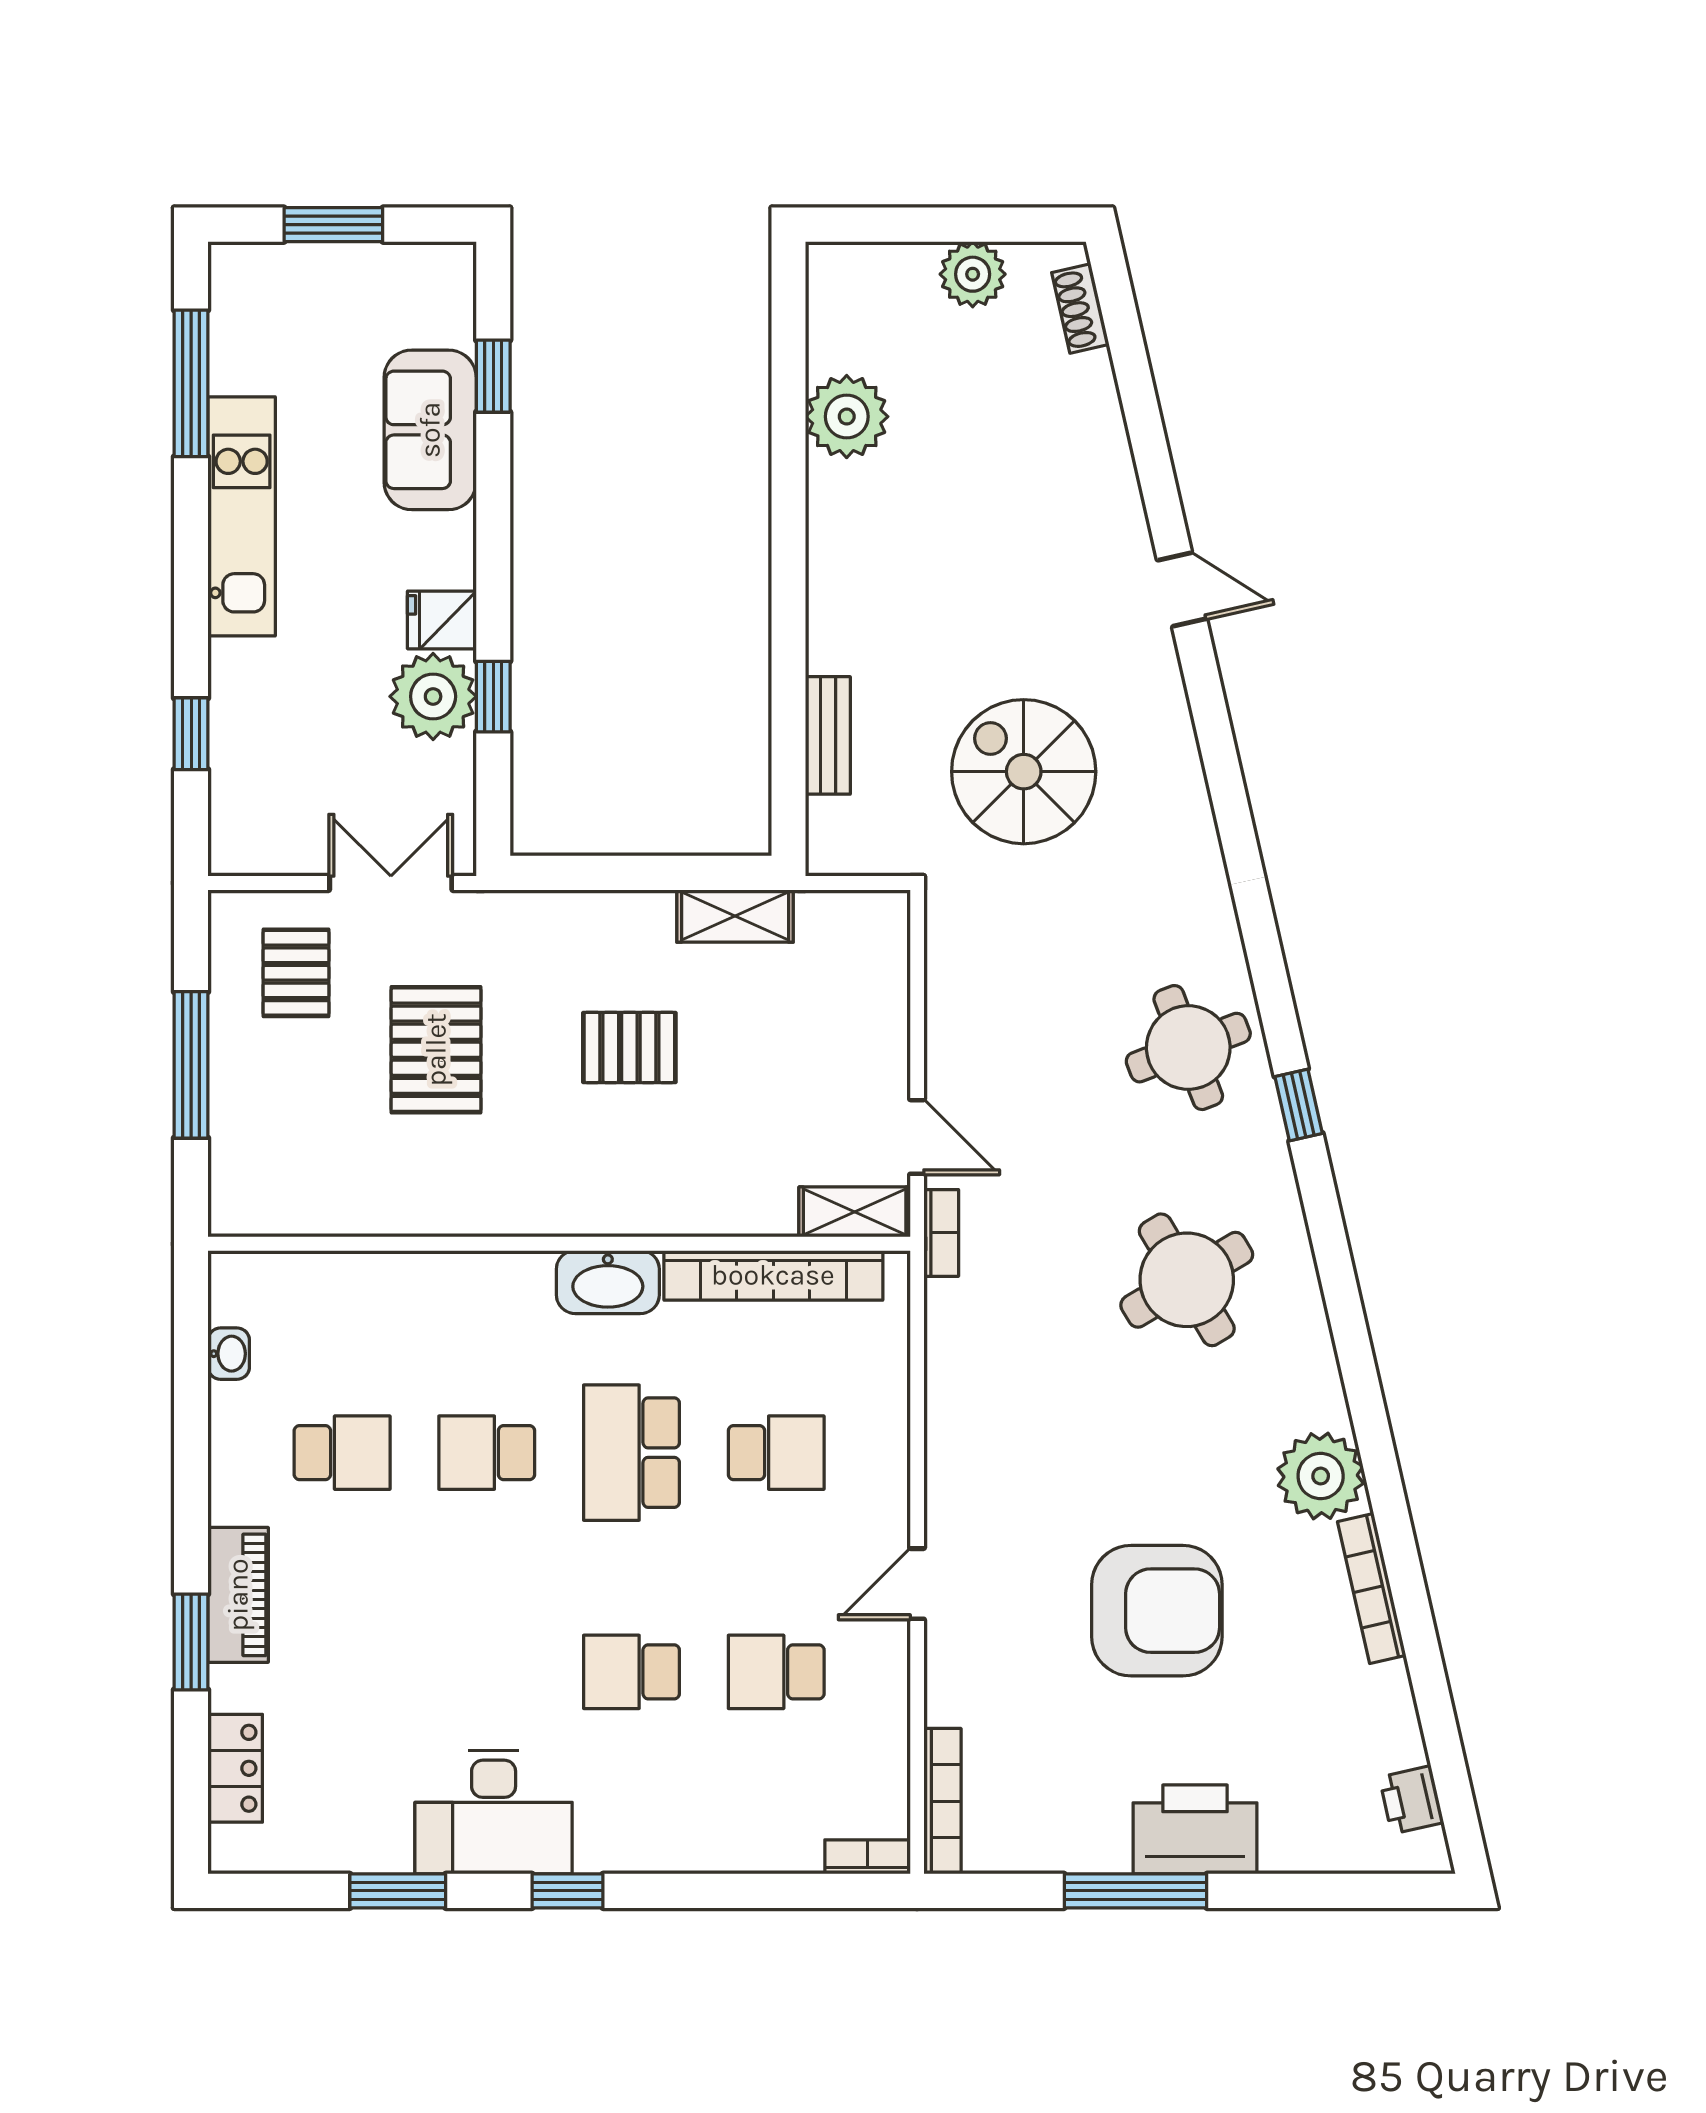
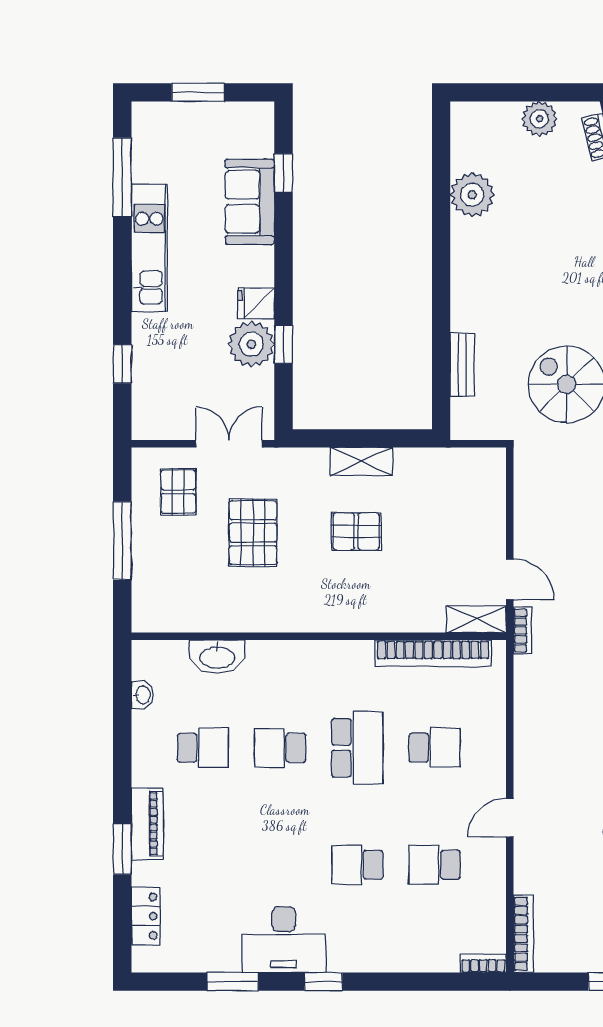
shelving: (735, 916) -> (361, 461), moved
washbasin: (608, 1282) -> (217, 657), moved
school desk: (631, 1453) -> (357, 748), turned 180

